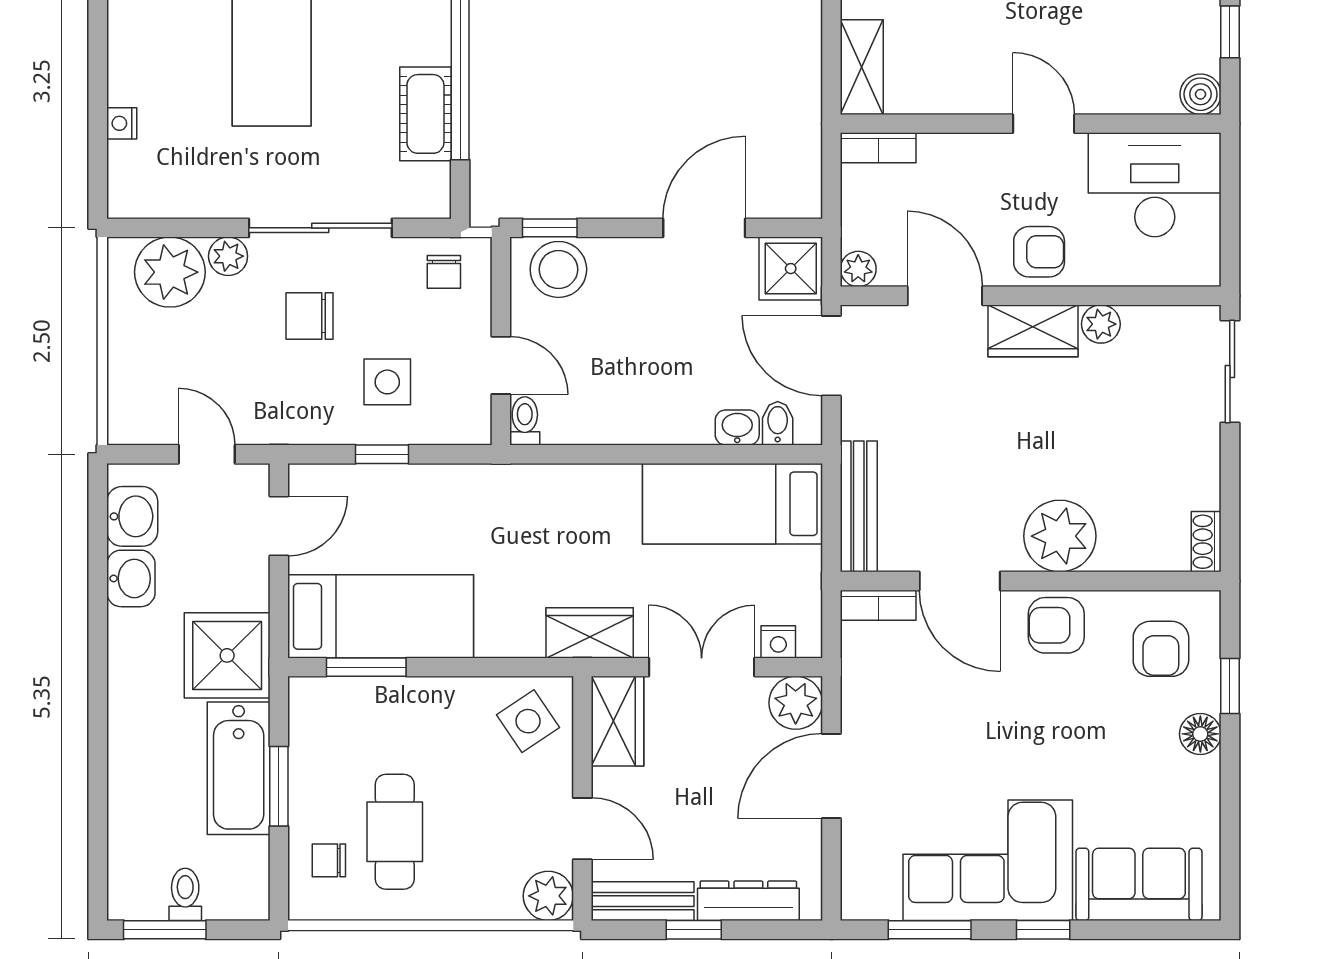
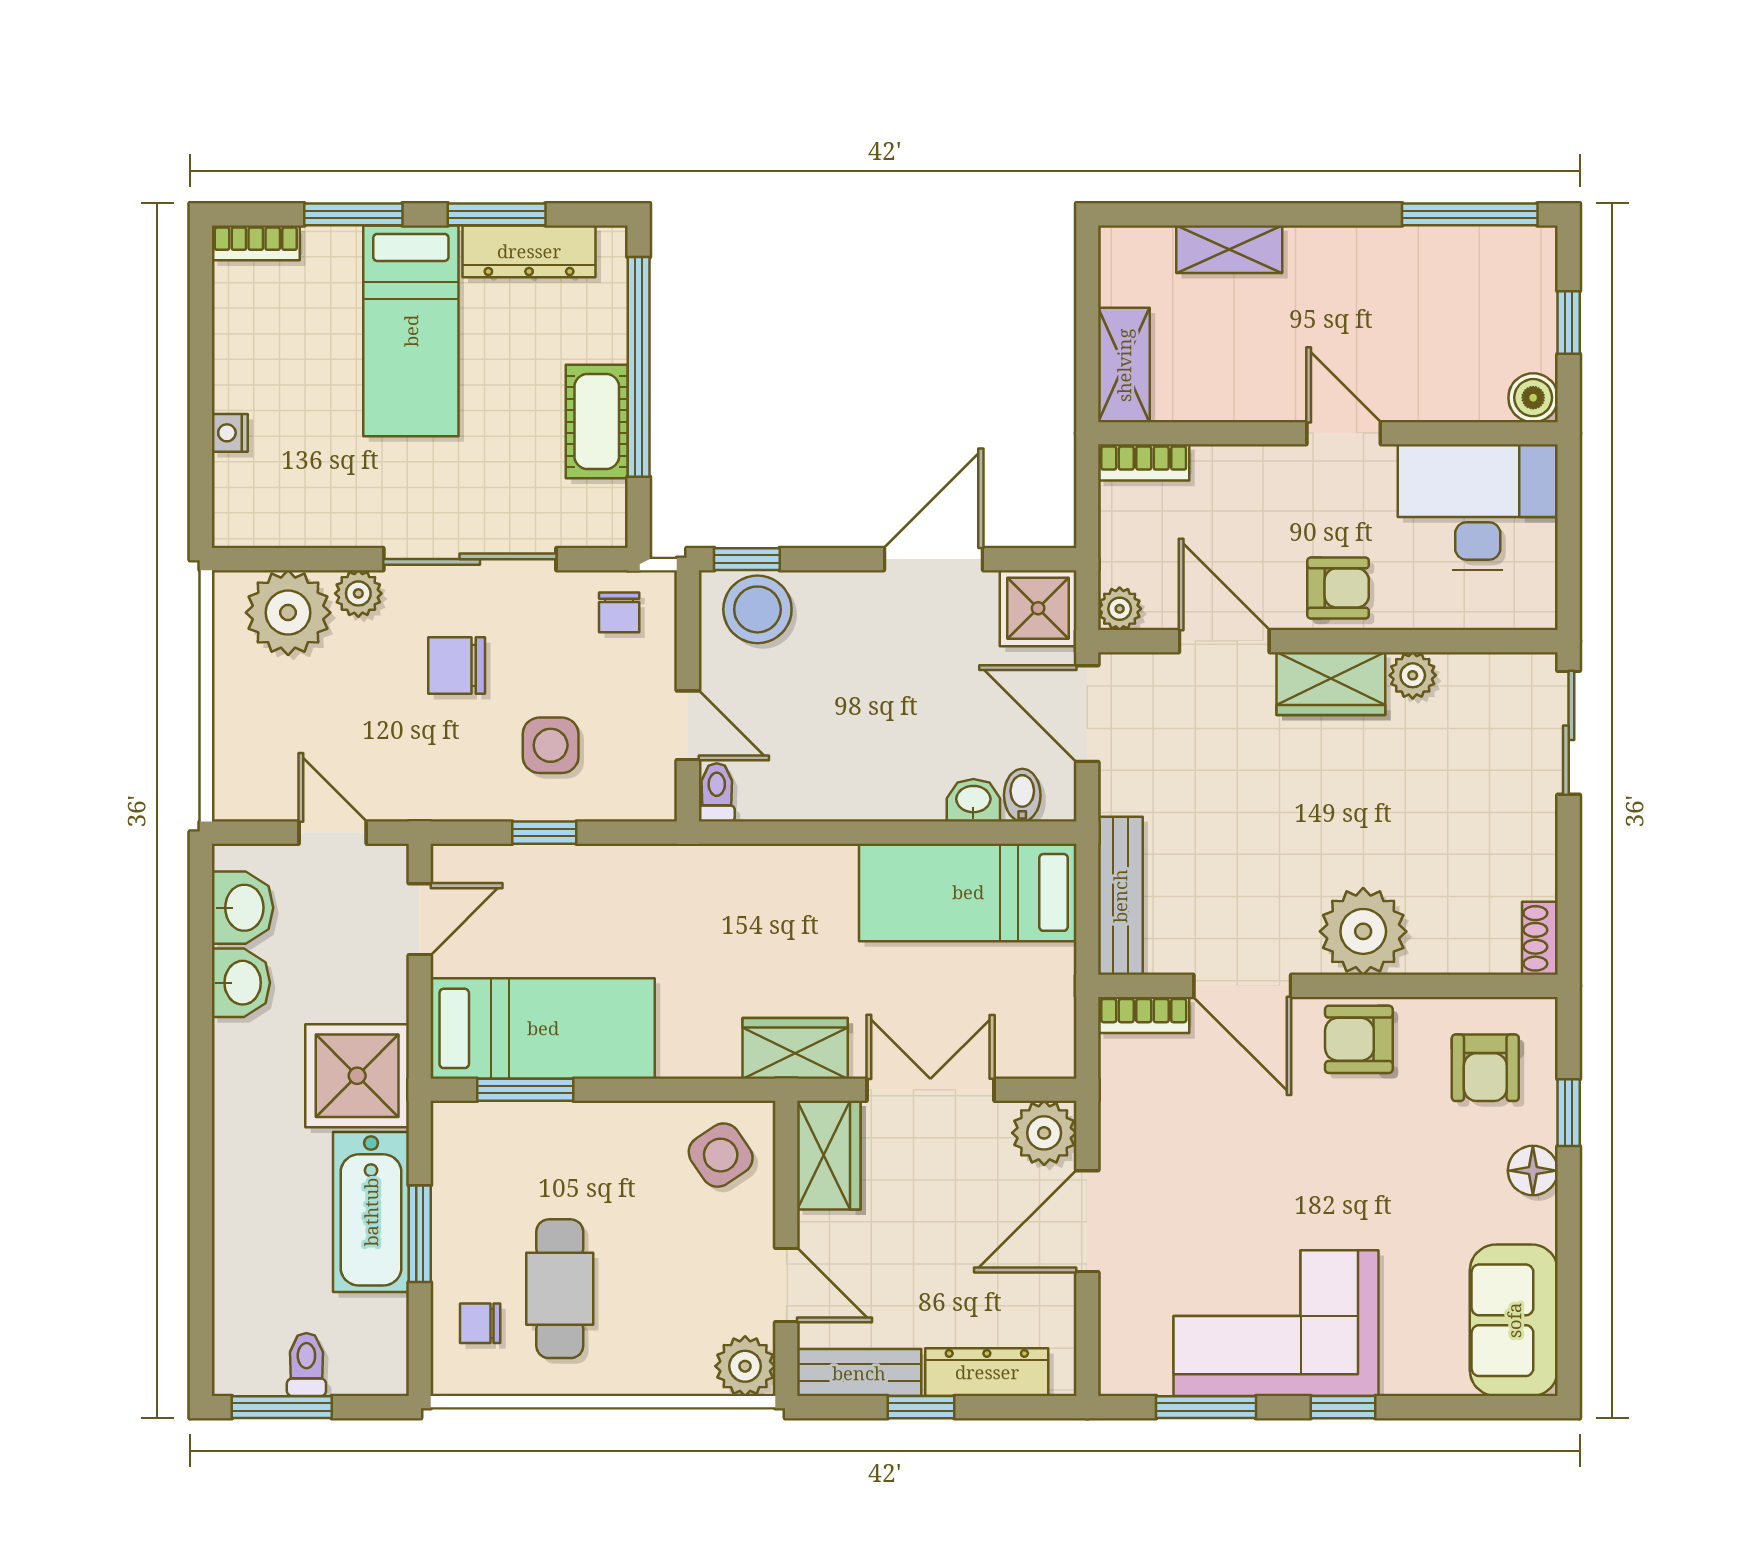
nightstand: (778, 642) -> (1023, 1059), removed
sofa: (1139, 884) -> (1514, 1320), moved, turned -90

